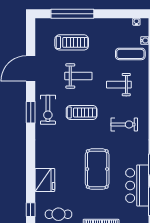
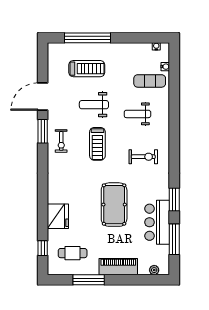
weight bench: (78, 76) -> (94, 105), turned 180
exercise bike: (48, 110) -> (61, 141), width x0.73, depth x0.72
window: (31, 112) -> (43, 131), moved
treadmill: (82, 112) -> (97, 144), turned 90

